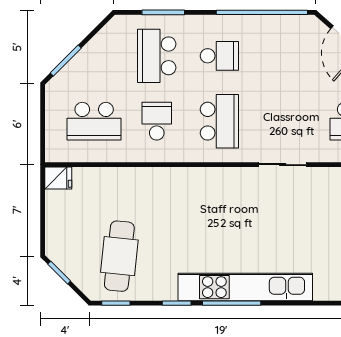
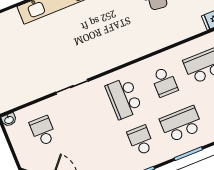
school desk: (157, 56) -> (181, 124), turned -90
school desk: (219, 56) -> (141, 140), turned 90

